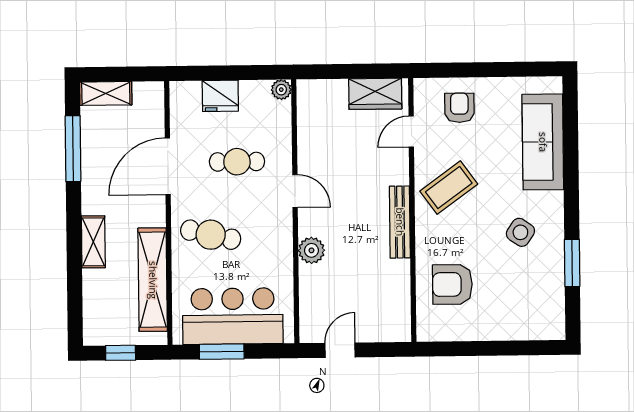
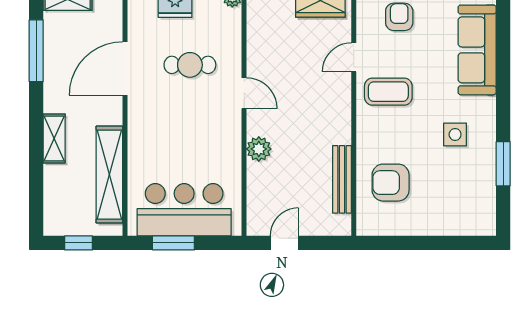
door: (411, 132) -> (354, 57), moved
coffee table: (449, 188) -> (388, 92), turned 36
bench: (400, 222) -> (342, 179), moved
side table: (520, 232) -> (455, 134), turned -34
cafe table: (211, 235) -> (164, 133), removed

